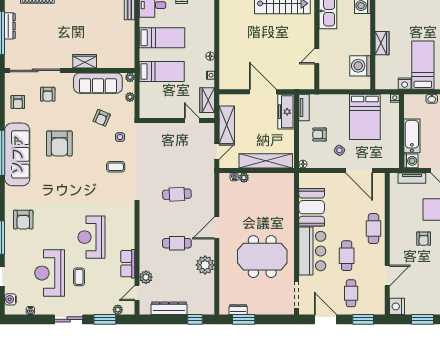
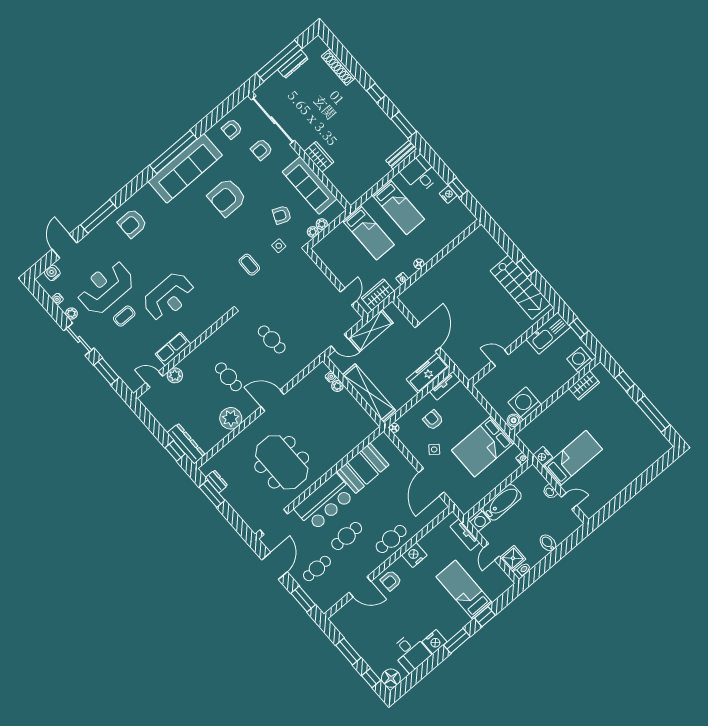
wardrobe: (382, 43) -> (584, 386), moved
plant: (130, 77) -> (313, 232), moved
boiler: (365, 82) -> (514, 420), added
reception desk: (91, 237) -> (169, 297), turned 180
armchair: (424, 239) -> (391, 581), moved
nightstand: (397, 306) -> (414, 555), moved
dresser: (169, 308) -> (186, 444), moved
plant: (118, 310) -> (71, 313), moved

